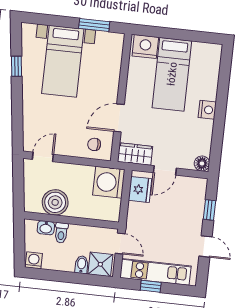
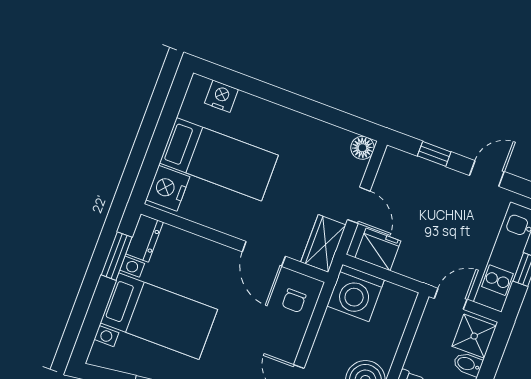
dresser: (110, 40) -> (144, 238), added
nightstand: (207, 110) -> (221, 96), moved

